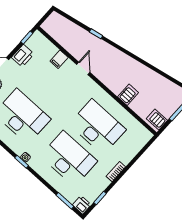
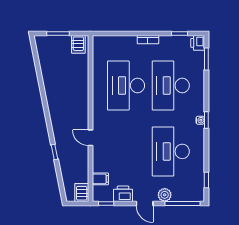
filing cabinet: (59, 59) -> (100, 179), moved
door: (83, 68) -> (90, 138), hinge flipped
server rack: (128, 95) -> (82, 192), moved, turned 90

